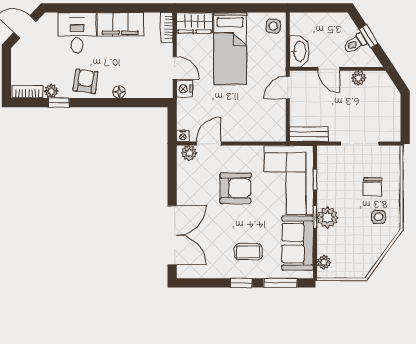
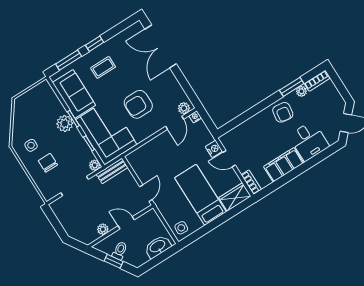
washbasin: (299, 51) -> (158, 247), moved, turned 90
floor lamp: (119, 92) -> (256, 119), removed
window: (59, 103) -> (292, 87), width x1.50
plant: (324, 262) -> (95, 165), moved

